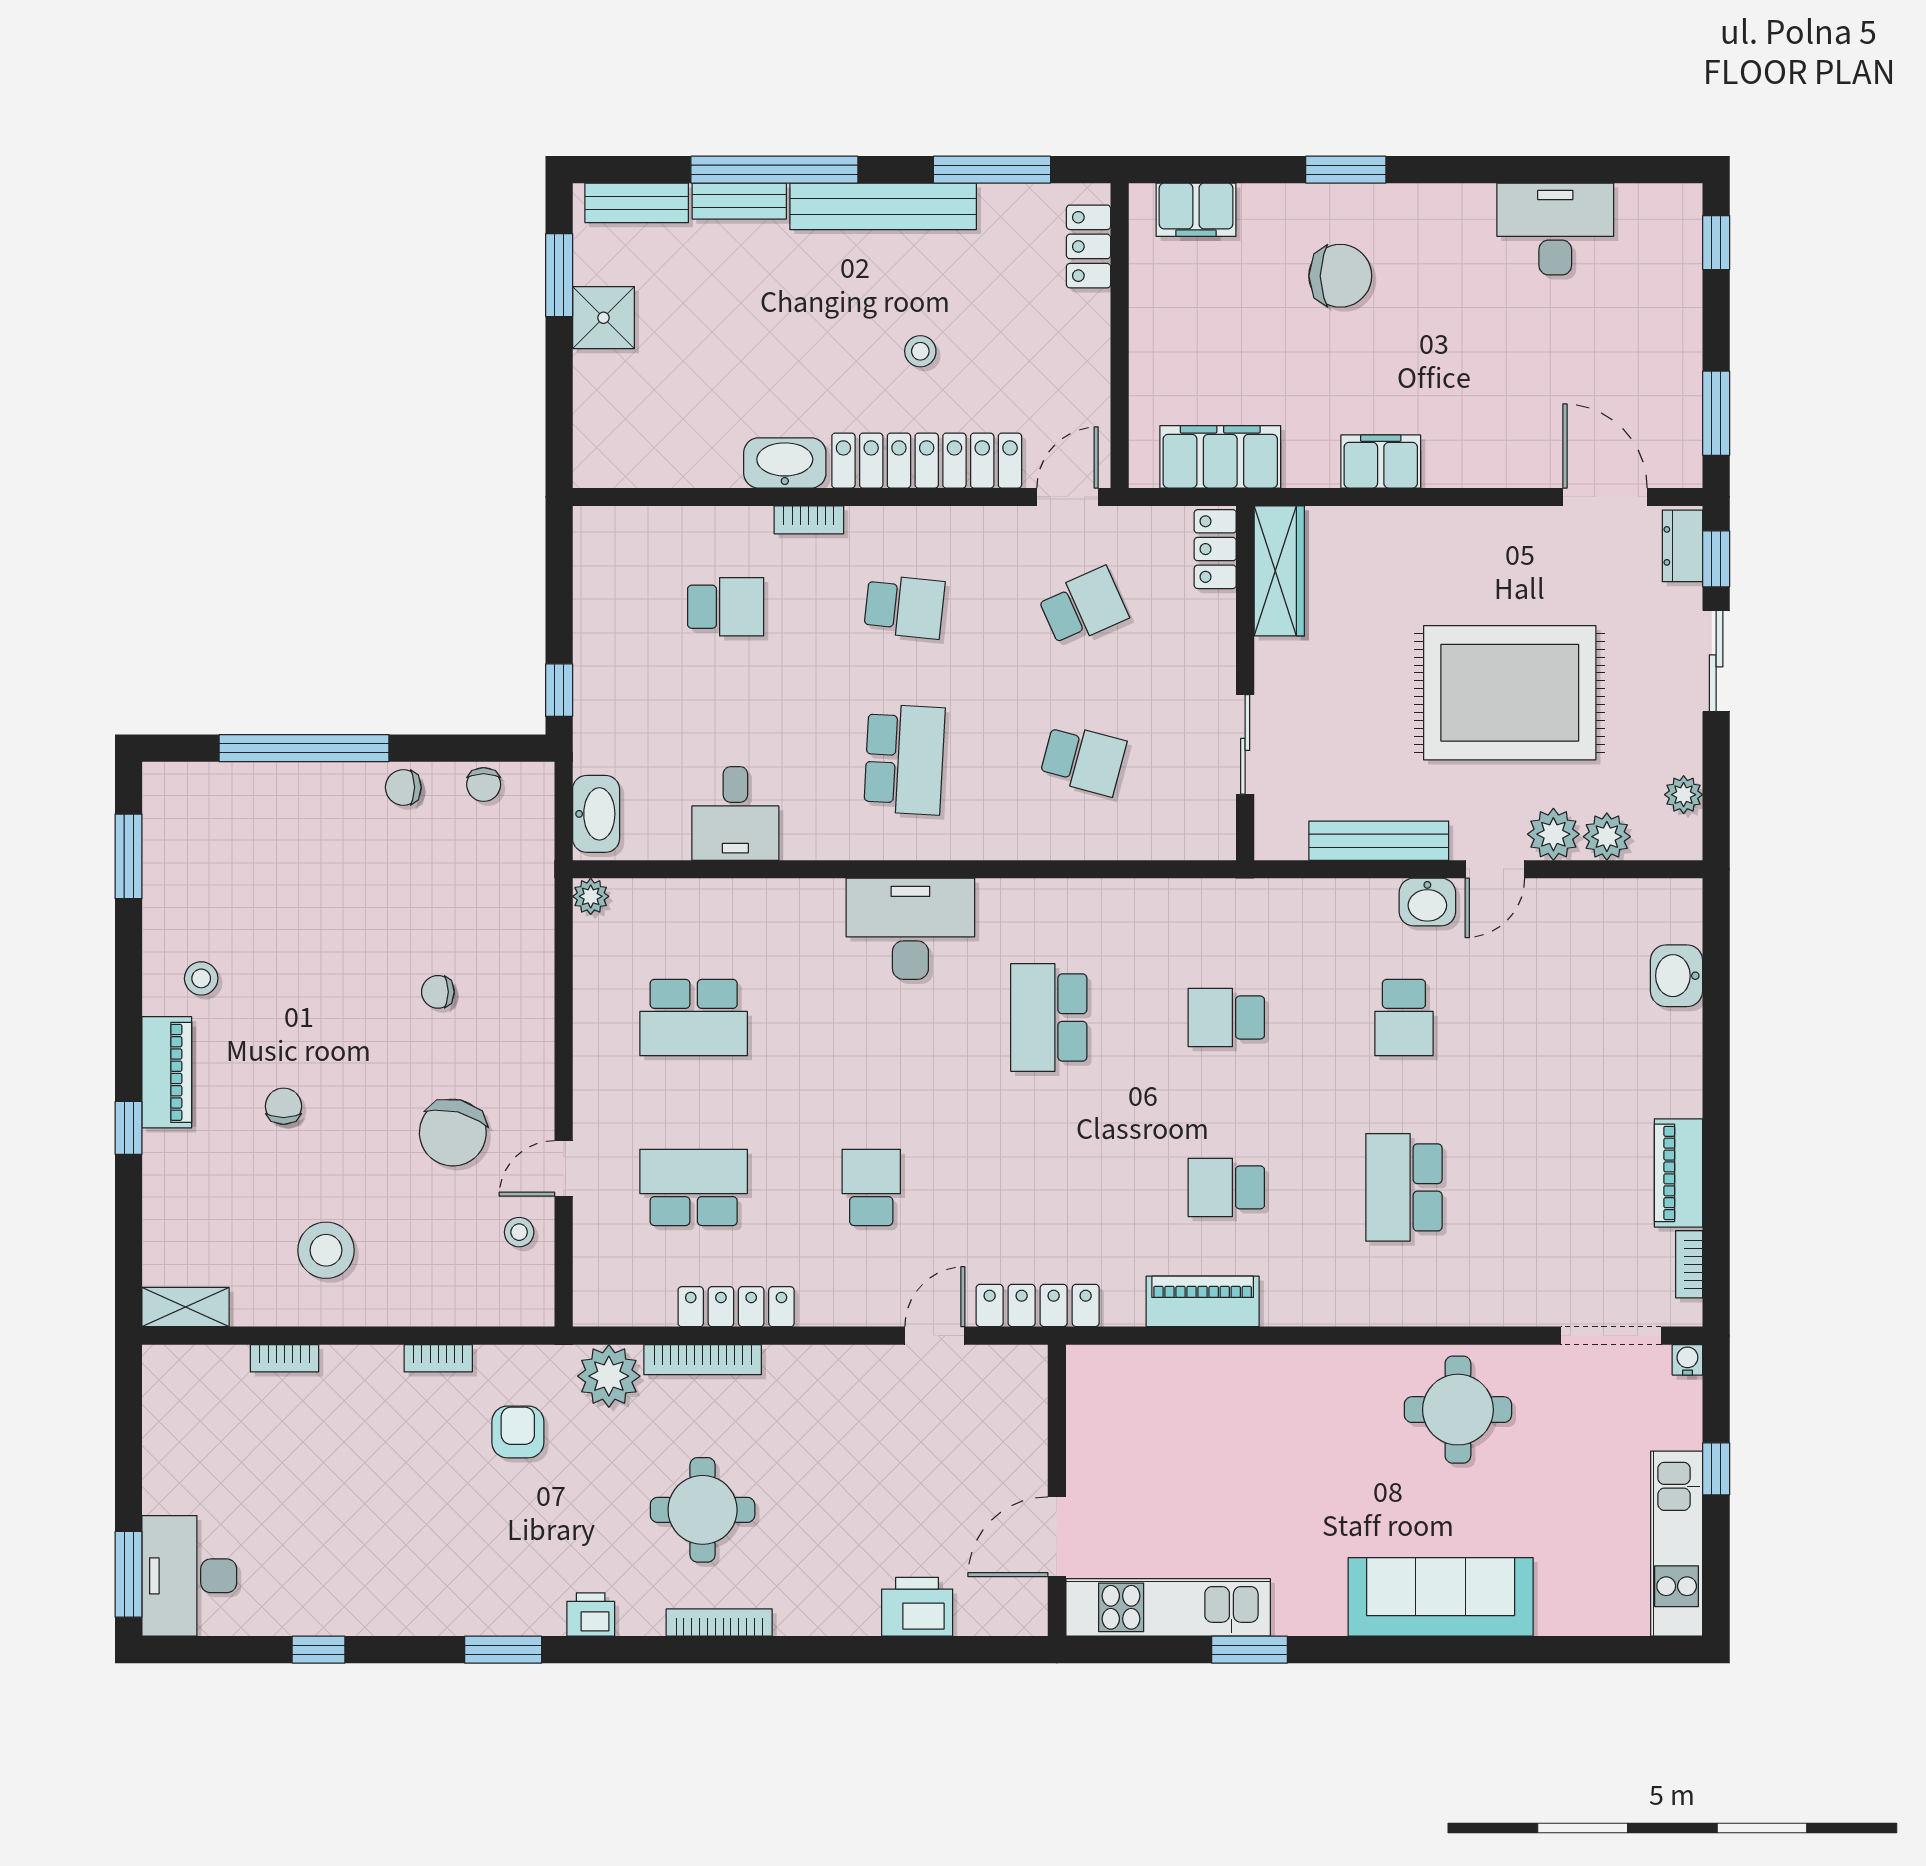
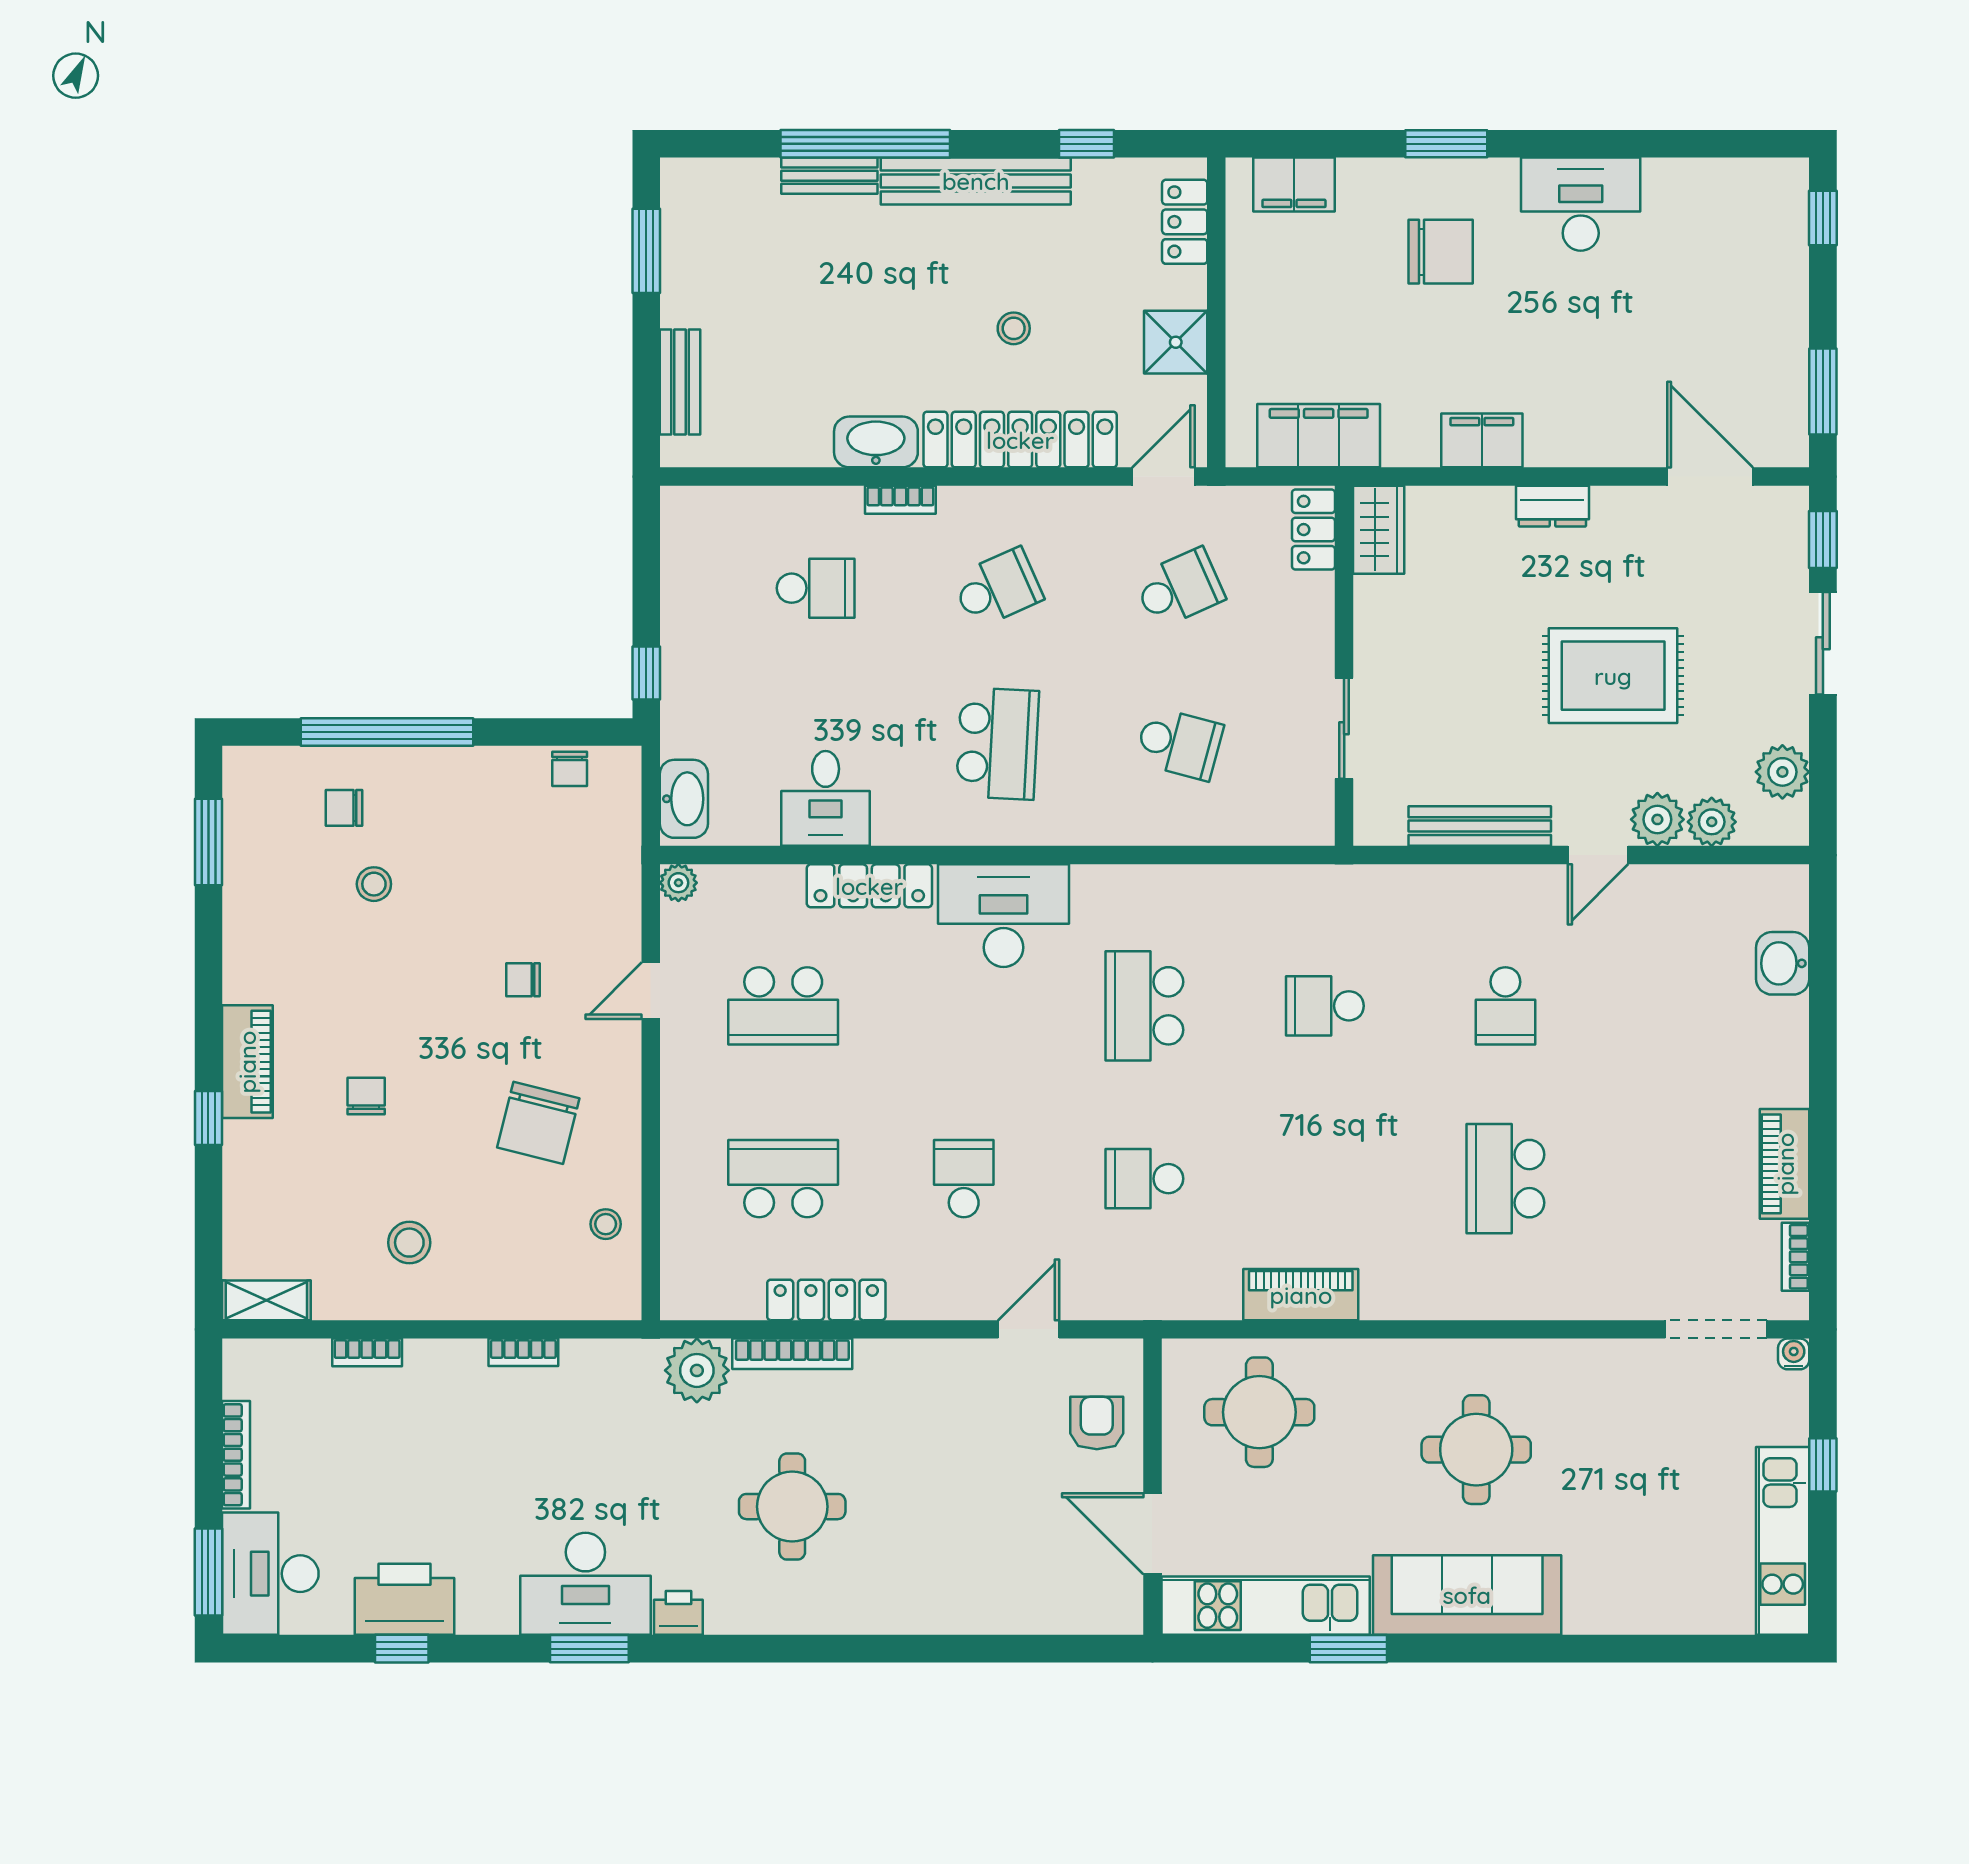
window: (992, 170) -> (1087, 144), width x0.46
bench: (637, 203) -> (680, 382), moved, turned 90
desk: (1555, 229) -> (1581, 204), moved
shower: (604, 318) -> (1176, 342), moved
dresser: (1683, 546) -> (1552, 506), moved, turned -90
wardrobe: (1279, 571) -> (1379, 530), width x0.67
school desk: (904, 607) -> (997, 588), turned -30
rug: (1510, 693) -> (1613, 676), width x0.73, depth x0.69
chair: (403, 787) -> (344, 808), moved
plant: (1684, 795) -> (1782, 772), width x1.38, depth x1.38
washbasin: (1427, 902) -> (1529, 888), removed
stool: (201, 978) -> (374, 884), moved
door: (564, 1168) -> (651, 991), moved
school desk: (1226, 1187) -> (1144, 1179), moved
stool: (326, 1250) -> (409, 1243), width x0.73, depth x0.73
locker: (1038, 1305) -> (869, 886), moved, turned 180
round table: (1458, 1410) -> (1476, 1450), moved
round table: (1162, 1417) -> (1259, 1412), added
armchair: (518, 1432) -> (1097, 1423), moved
door: (1057, 1537) -> (1152, 1534), hinge flipped
desk: (499, 1586) -> (585, 1584), added
sofa: (1441, 1597) -> (1467, 1595), moved
printer: (917, 1607) -> (404, 1599), moved, width x1.37, depth x1.19
bookcase: (719, 1623) -> (236, 1455), moved, turned 90

